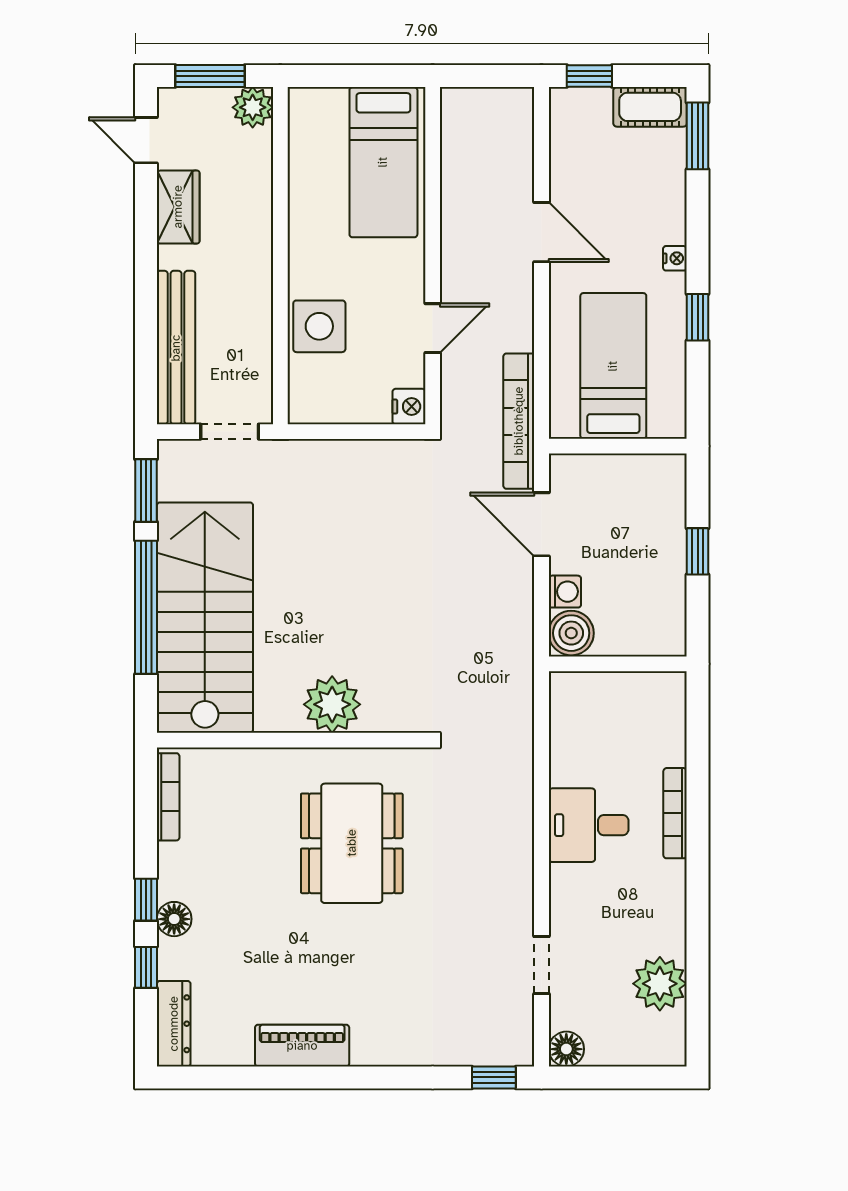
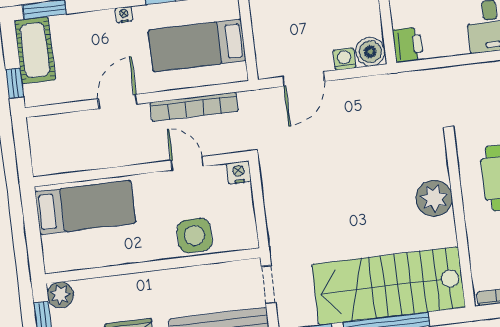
cot: (650, 107) -> (35, 50), width x1.37, depth x1.34
bookcase: (519, 421) -> (194, 107), moved
printer: (575, 693) -> (408, 45), added

